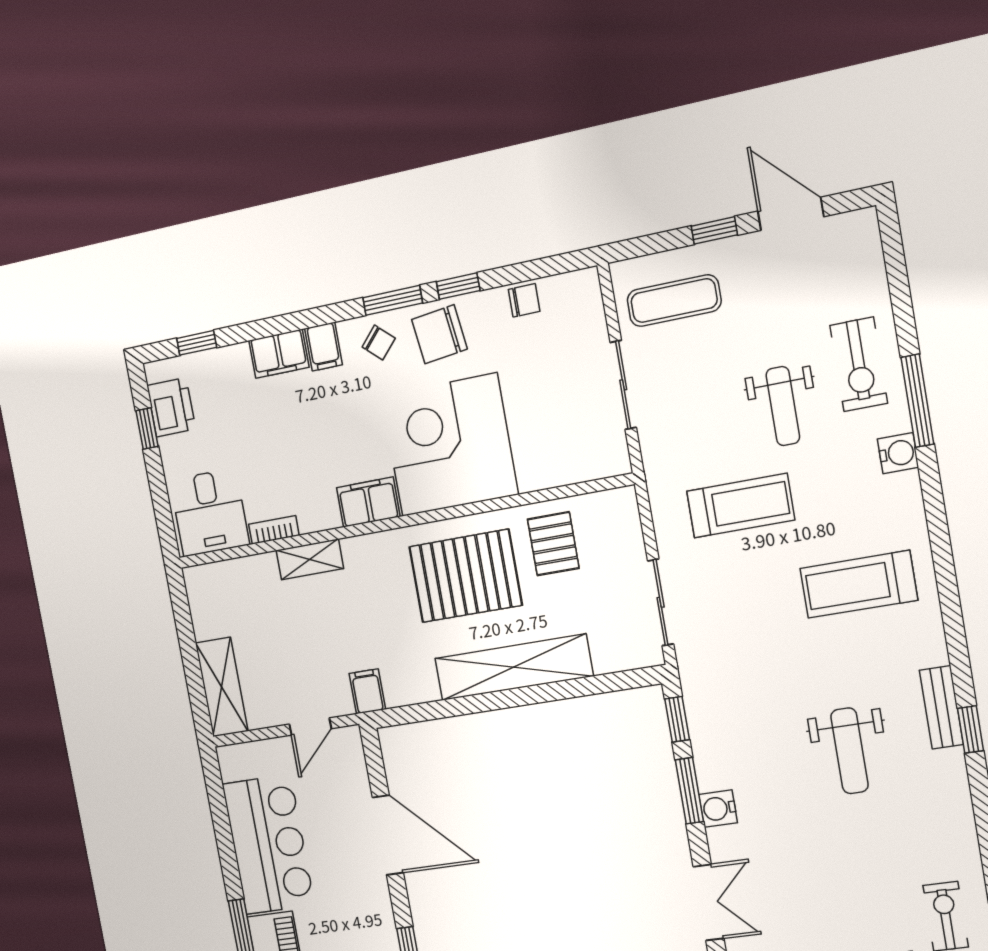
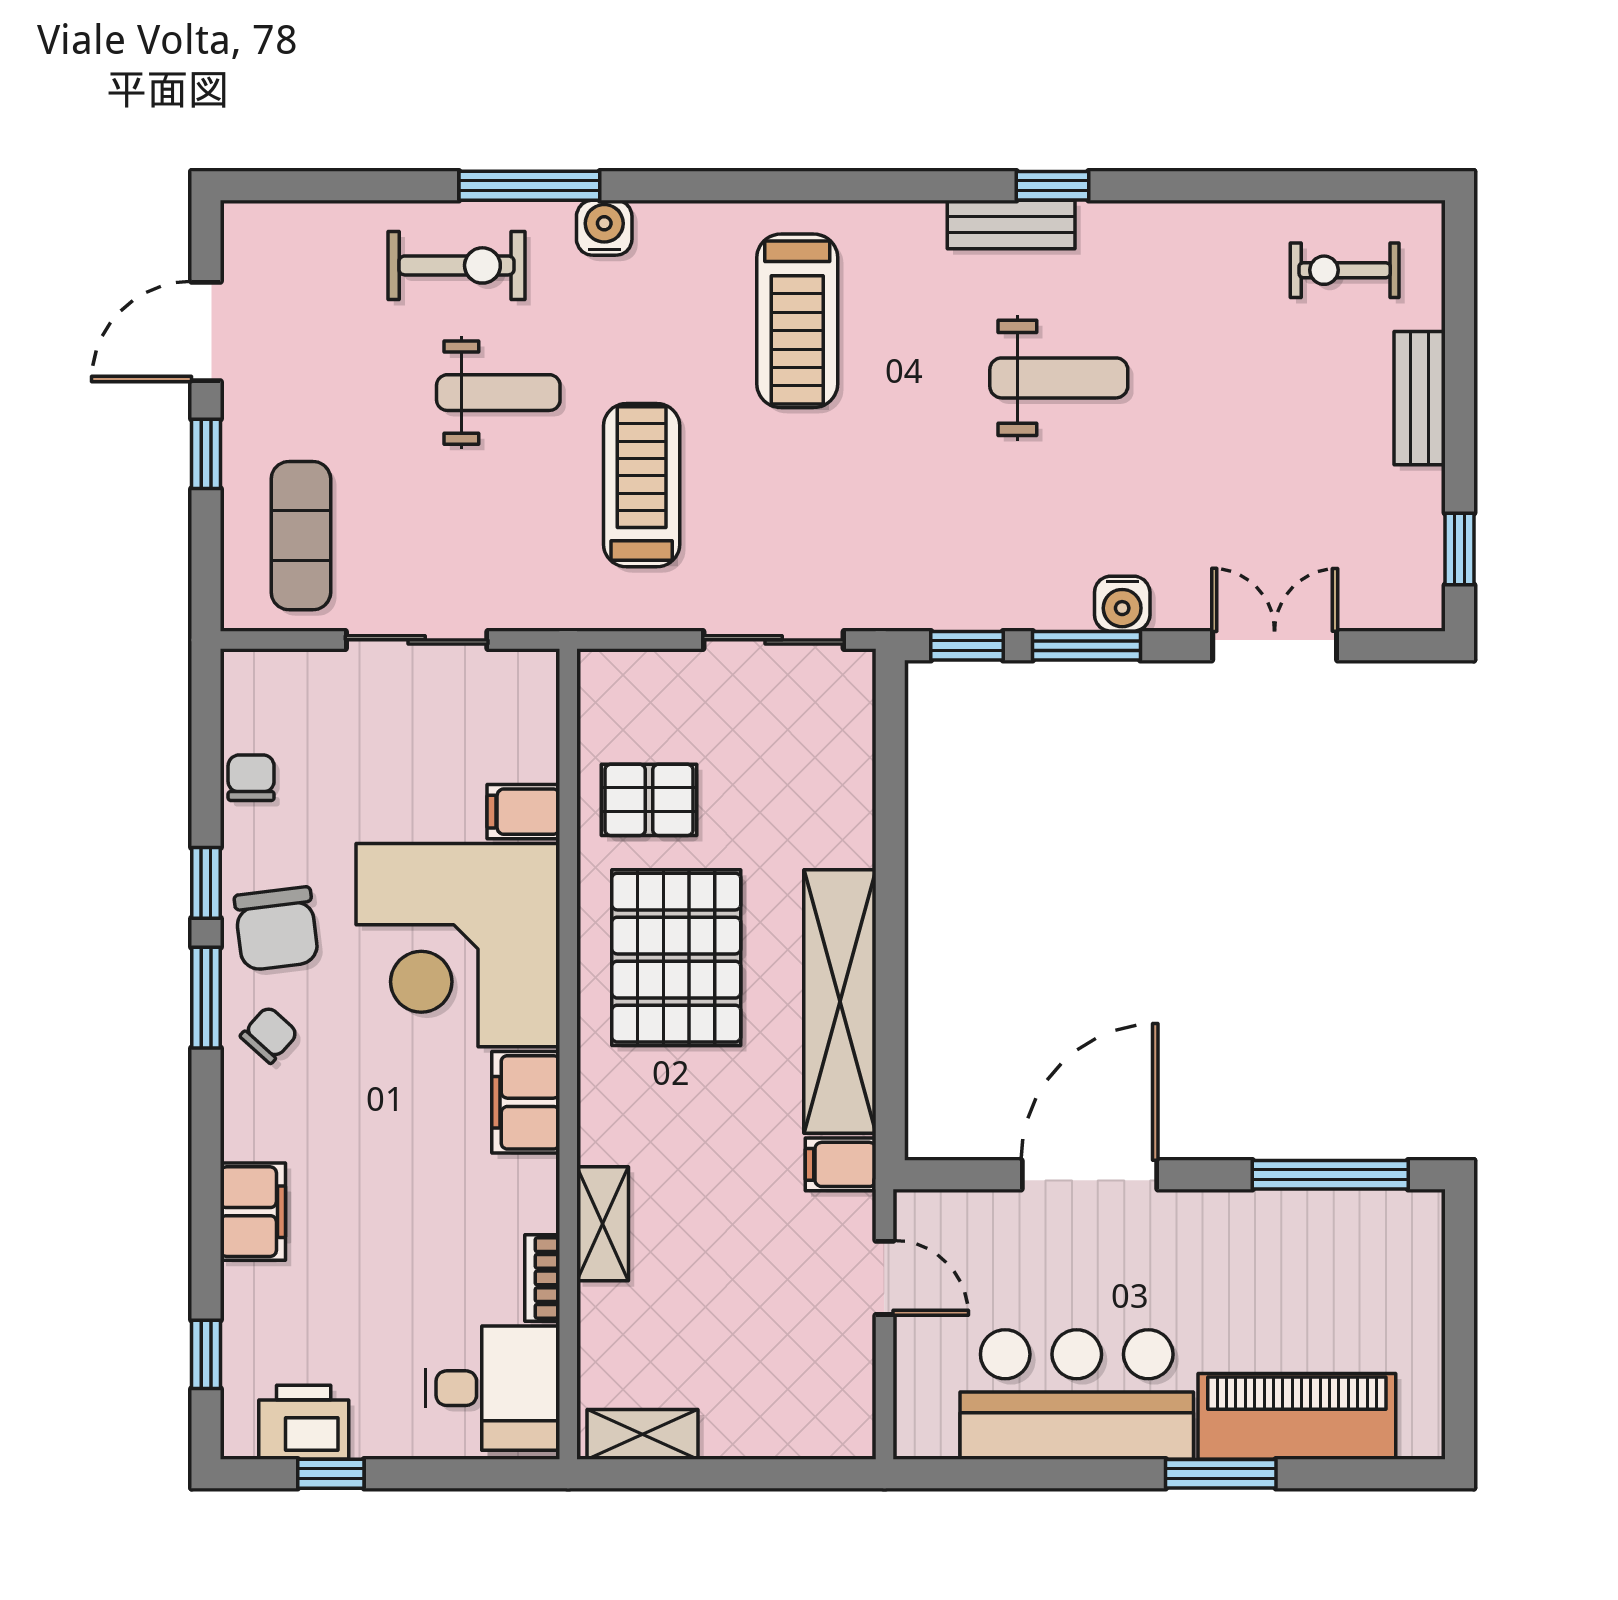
filing cabinet: (324, 347) -> (523, 812), moved, turned 180
shelving: (514, 667) -> (840, 1001), moved
shelving: (222, 687) -> (642, 1434), moved, width x0.67, depth x0.75

